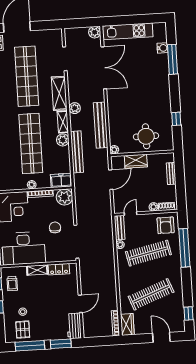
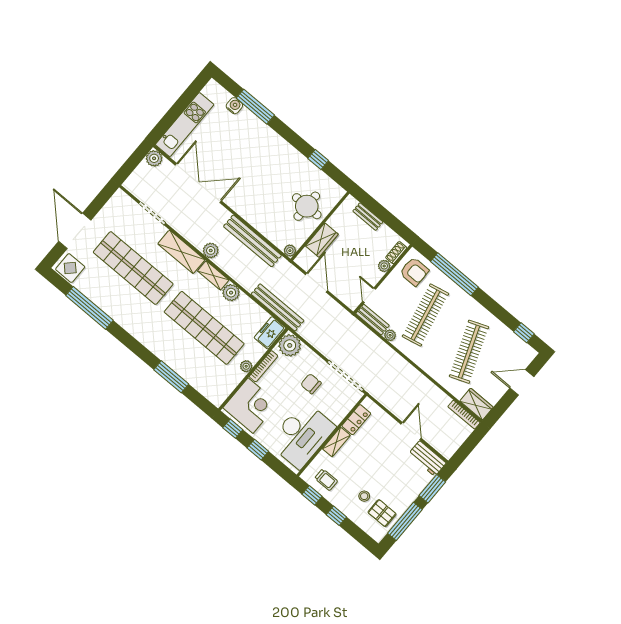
bench: (77, 152) -> (277, 307), moved

